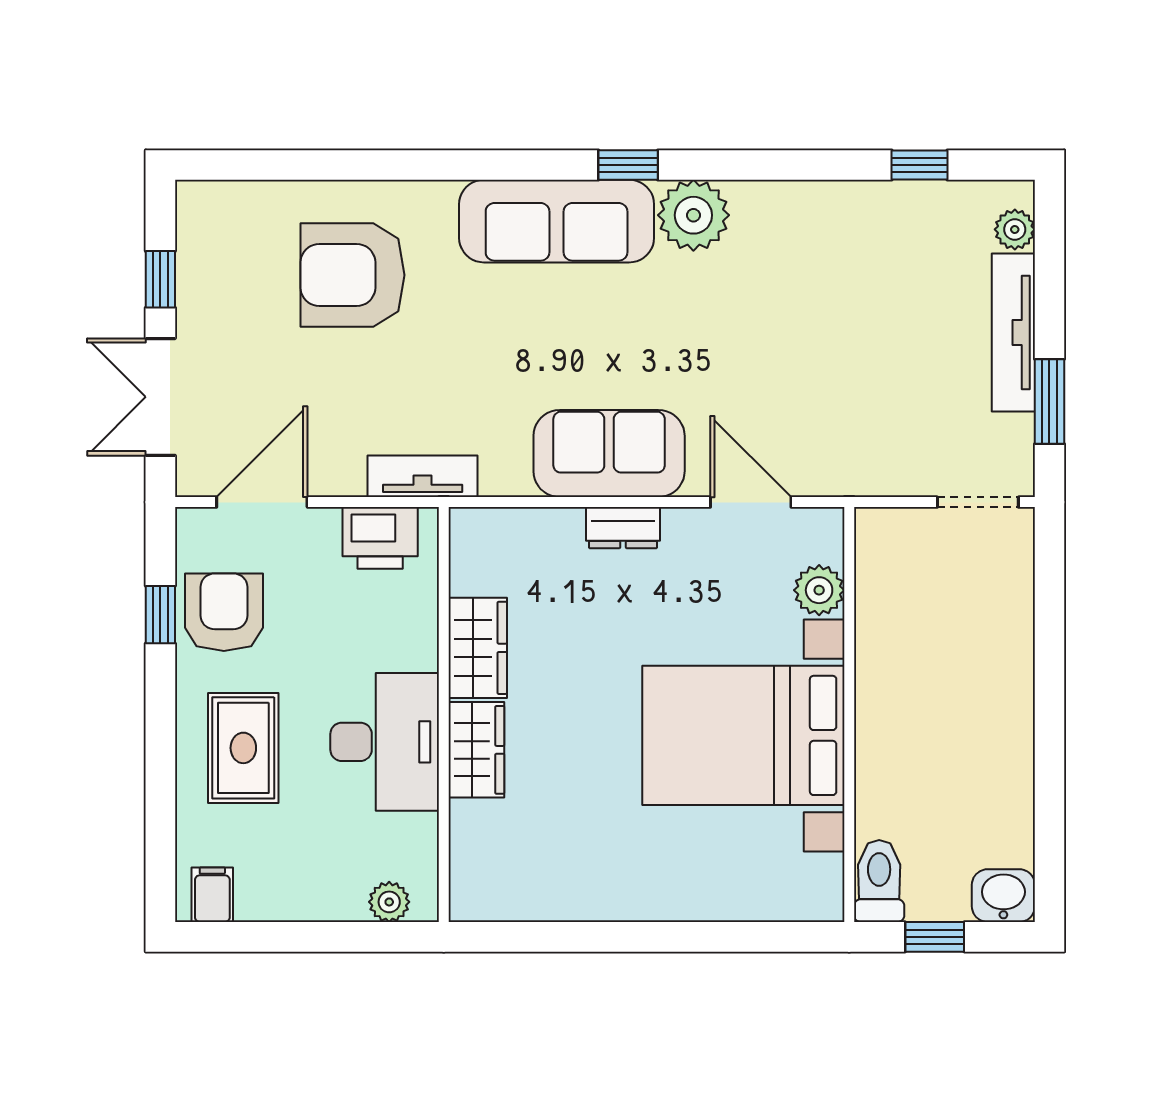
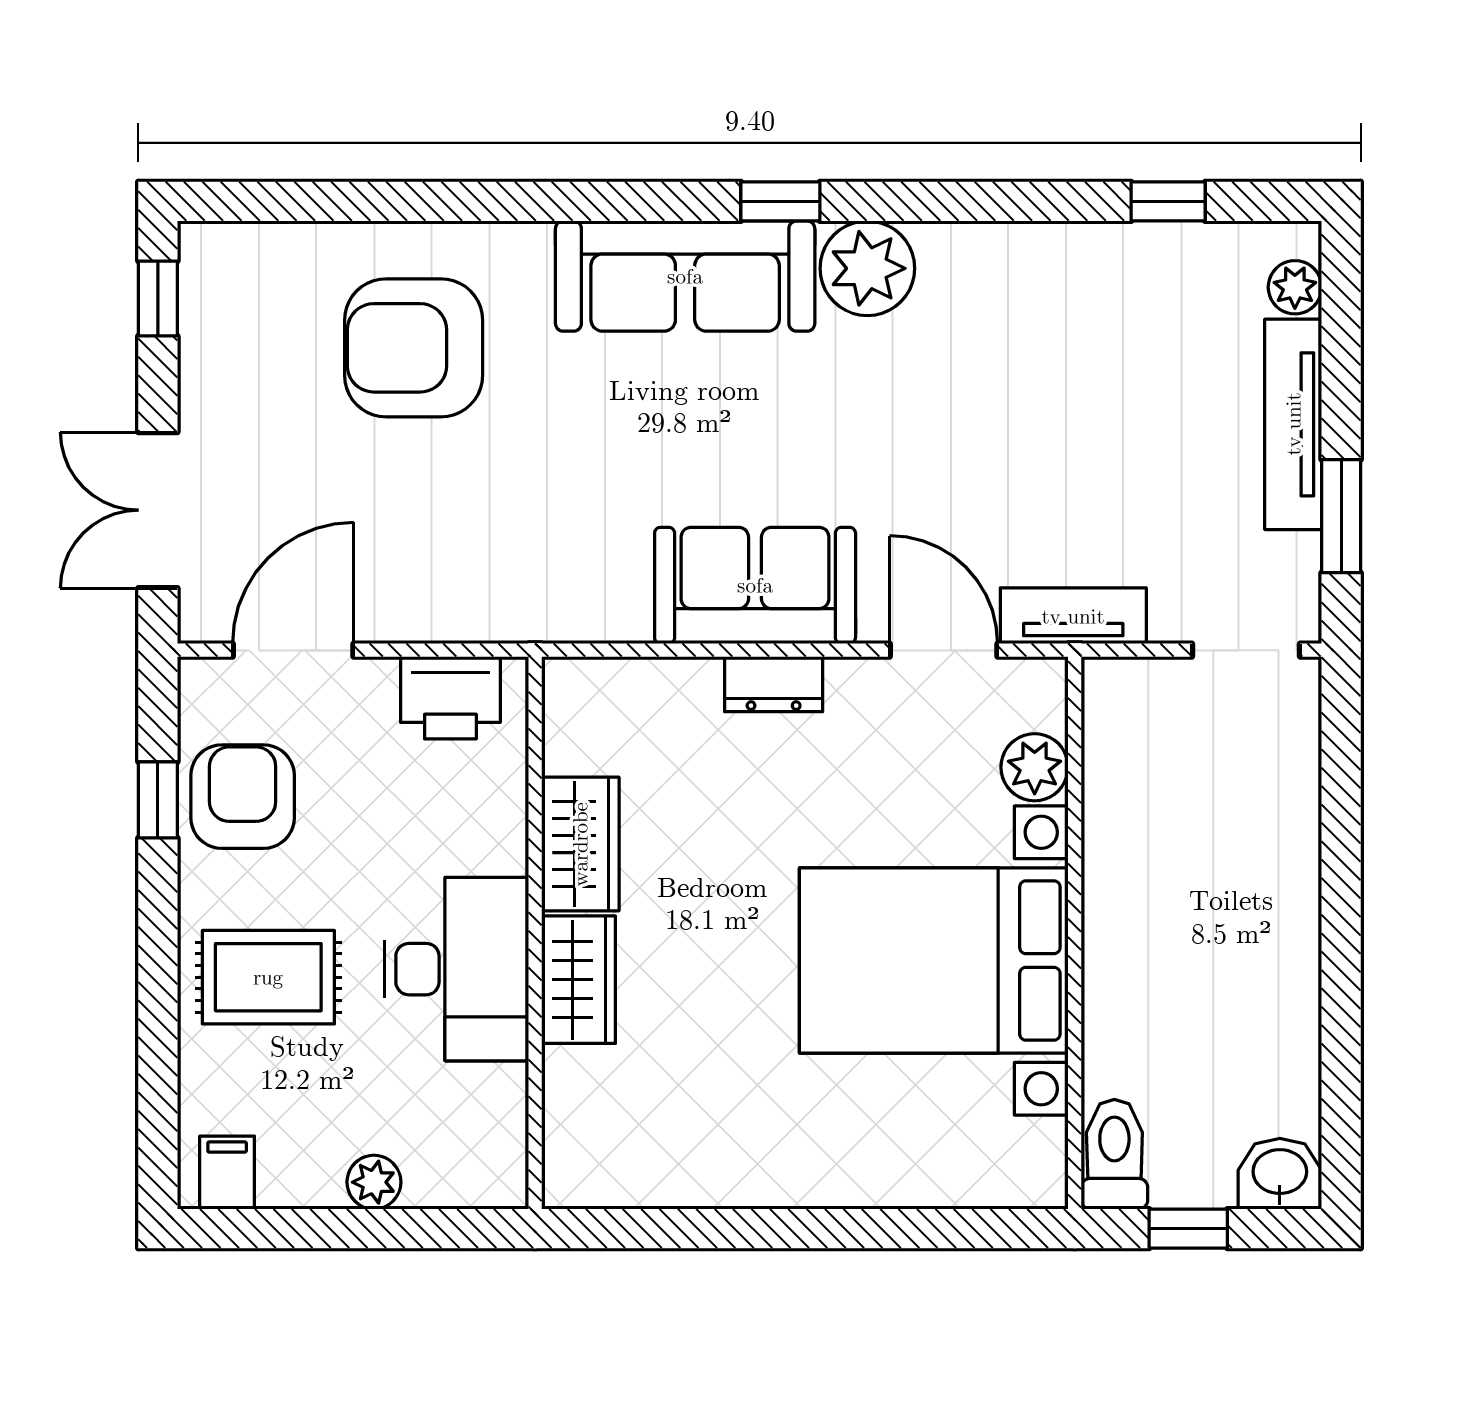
window: (160, 279) -> (158, 299), moved
tv unit: (423, 476) -> (1073, 616), moved
rug: (243, 748) -> (268, 977), turned 90
plant: (389, 902) -> (374, 1182), moved

